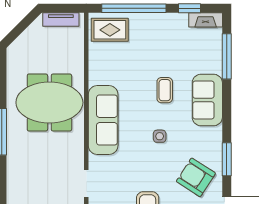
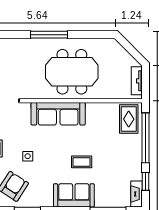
meeting table: (49, 103) -> (72, 72), turned 90
side table: (160, 136) -> (28, 156), moved

